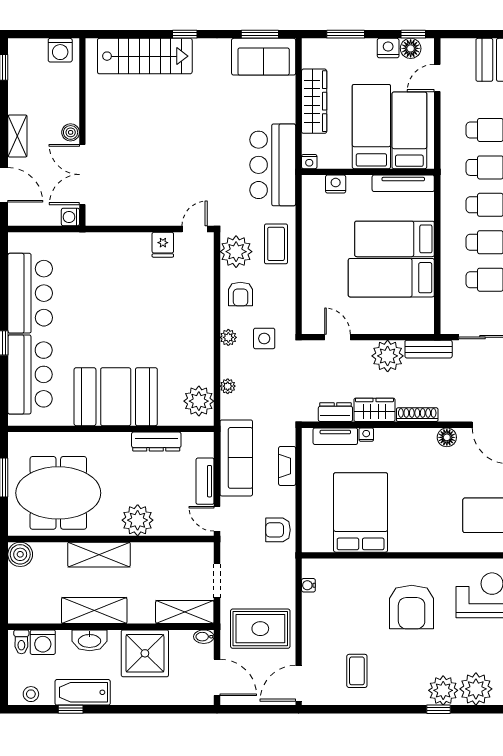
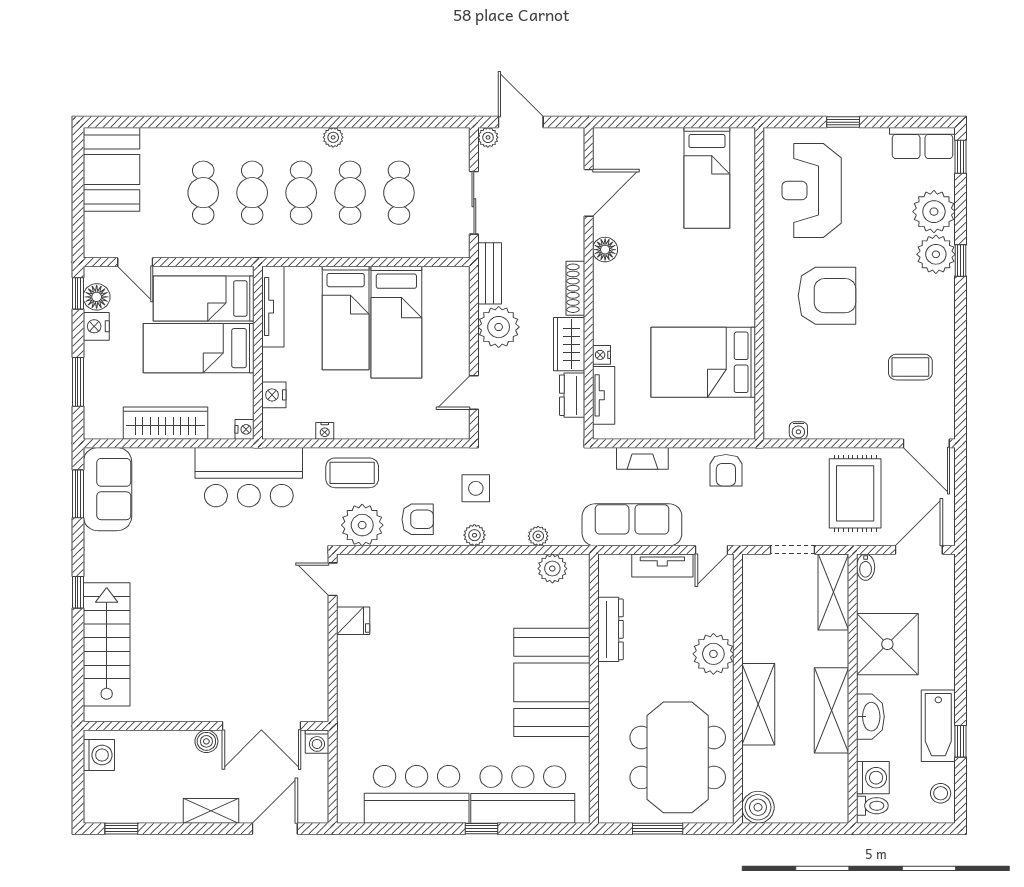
nightstand: (308, 223) -> (325, 431), added
plant: (199, 401) -> (552, 569), width x0.73, depth x0.73

